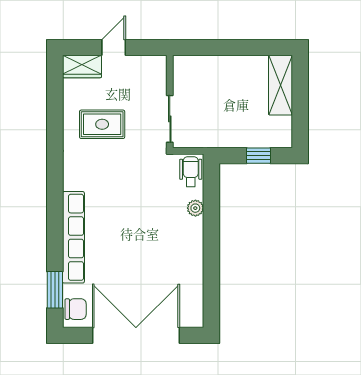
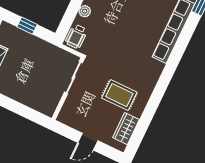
wardrobe: (82, 67) -> (126, 129), moved, turned -90

